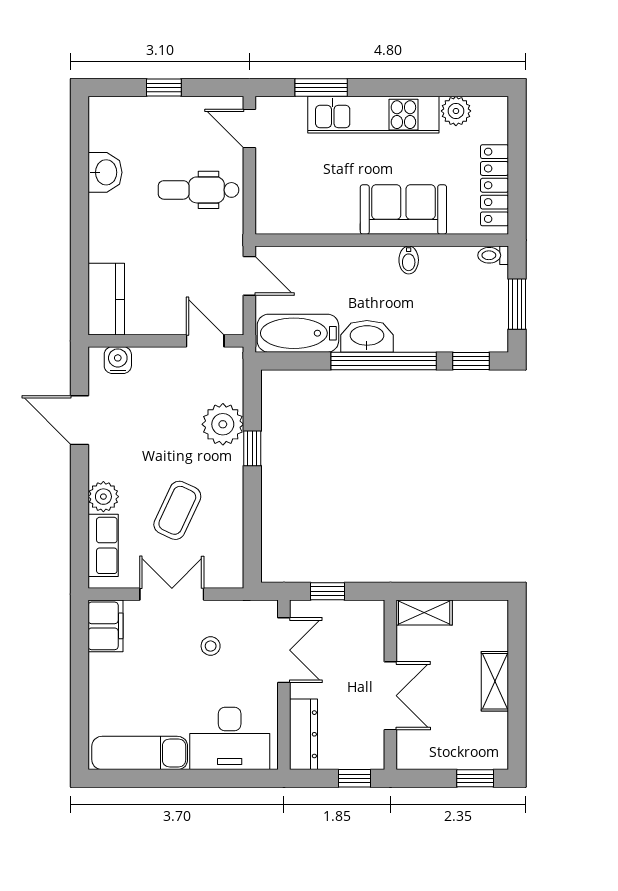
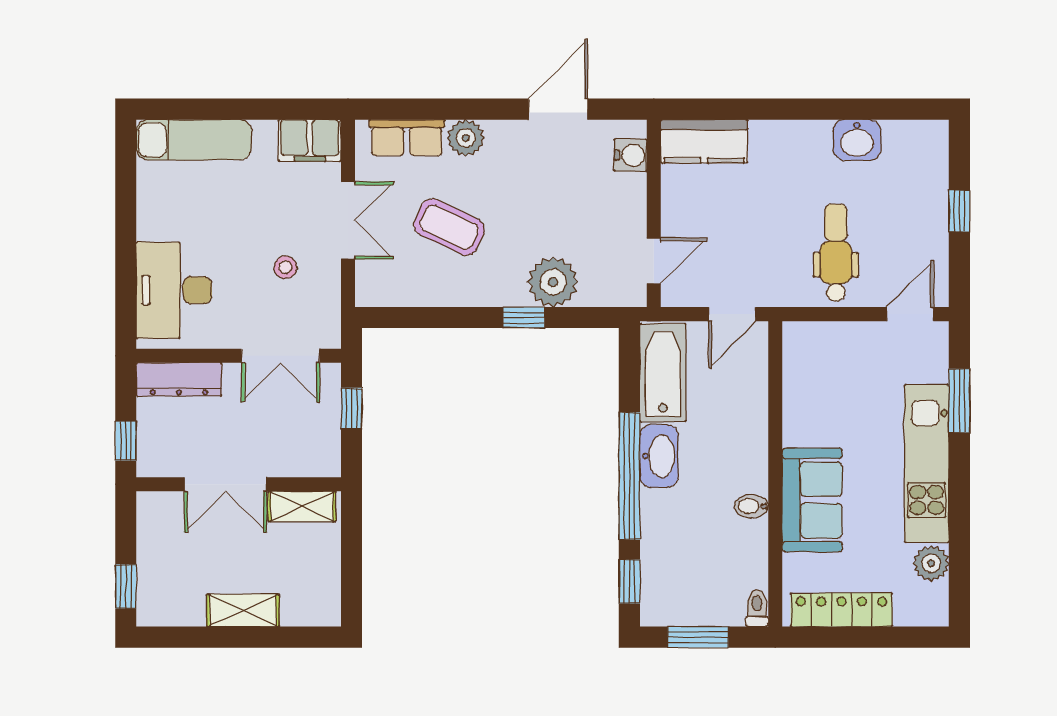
shelving: (424, 612) -> (302, 506), moved, turned 90
exam couch: (140, 753) -> (194, 140), moved, turned 90

